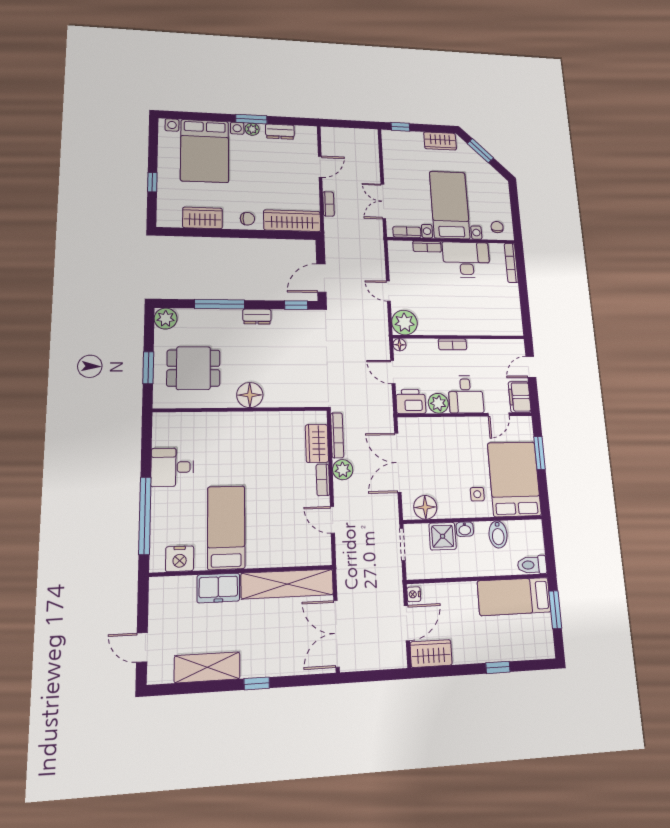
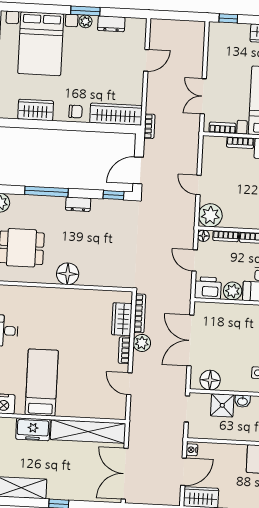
bookcase: (328, 204) -> (149, 126), moved
bookcase: (424, 344) -> (226, 236), added

